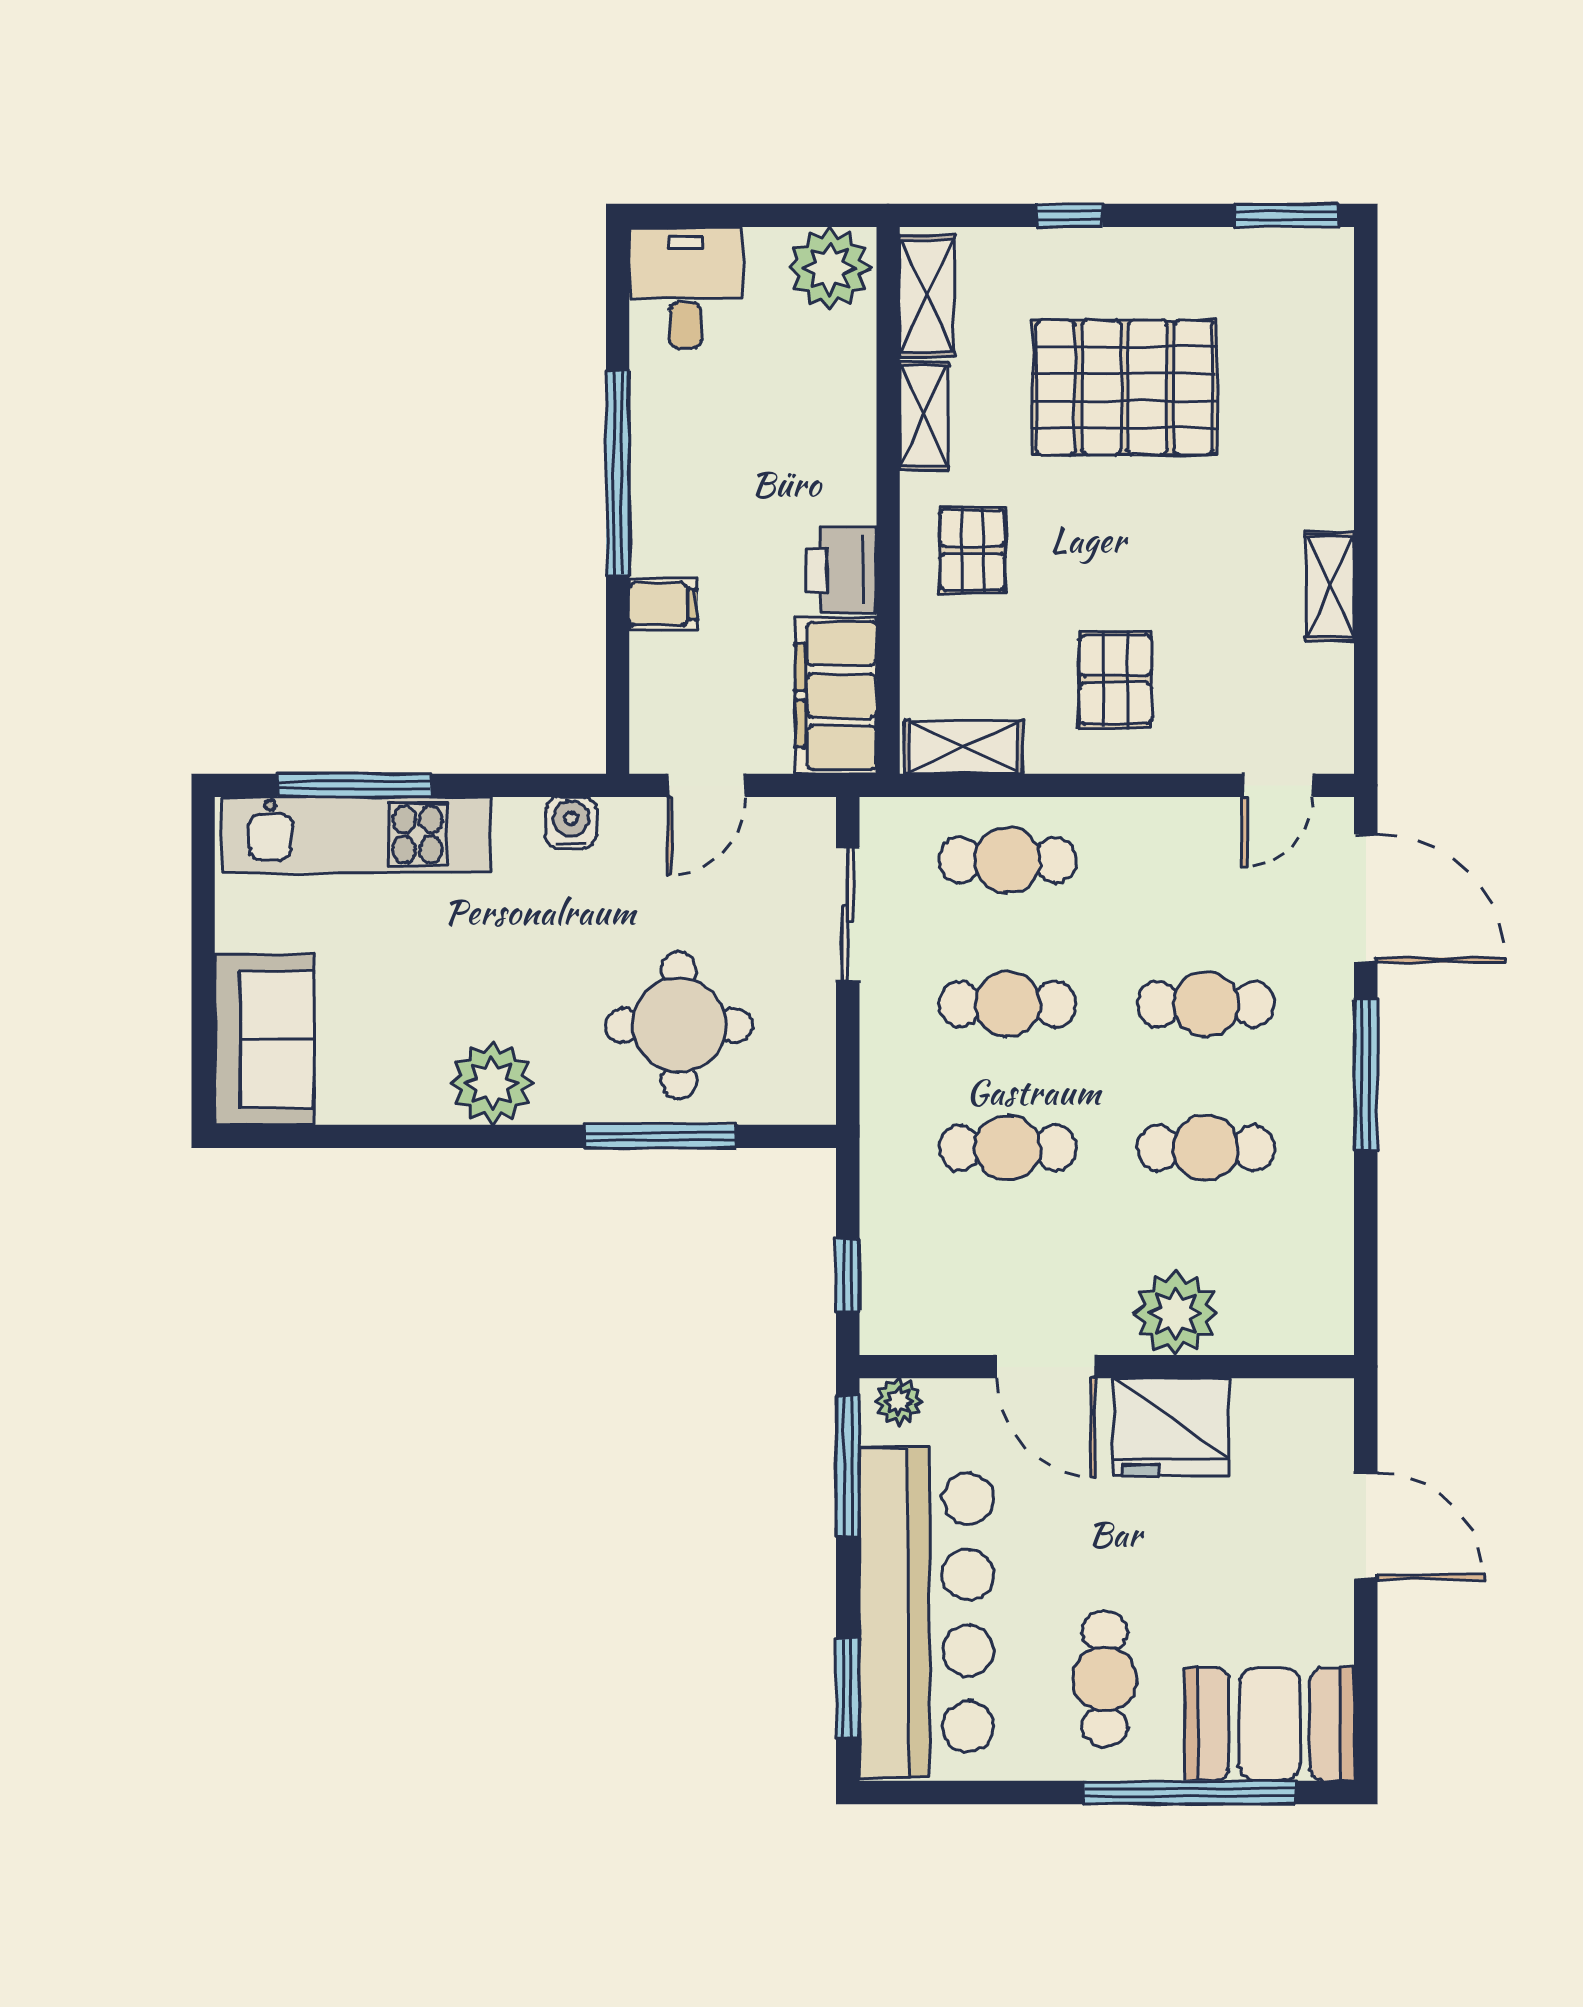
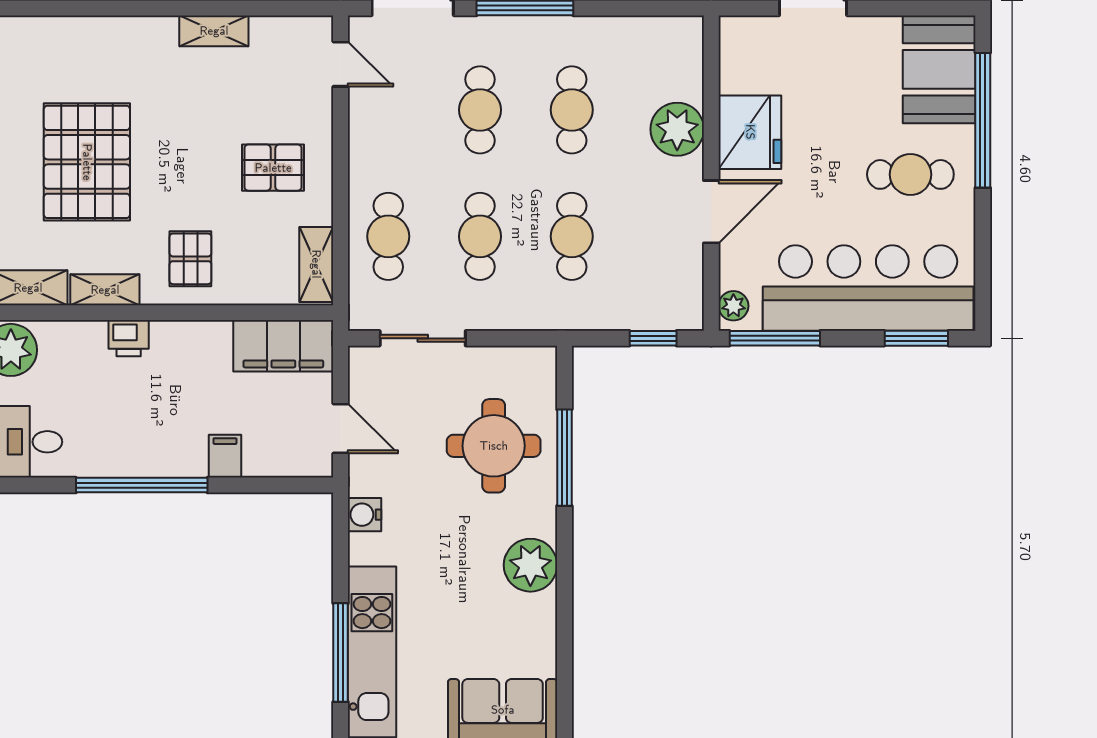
pallet: (972, 550) -> (190, 259), turned 90
printer: (841, 570) -> (129, 338), moved, width x0.73, depth x0.81

